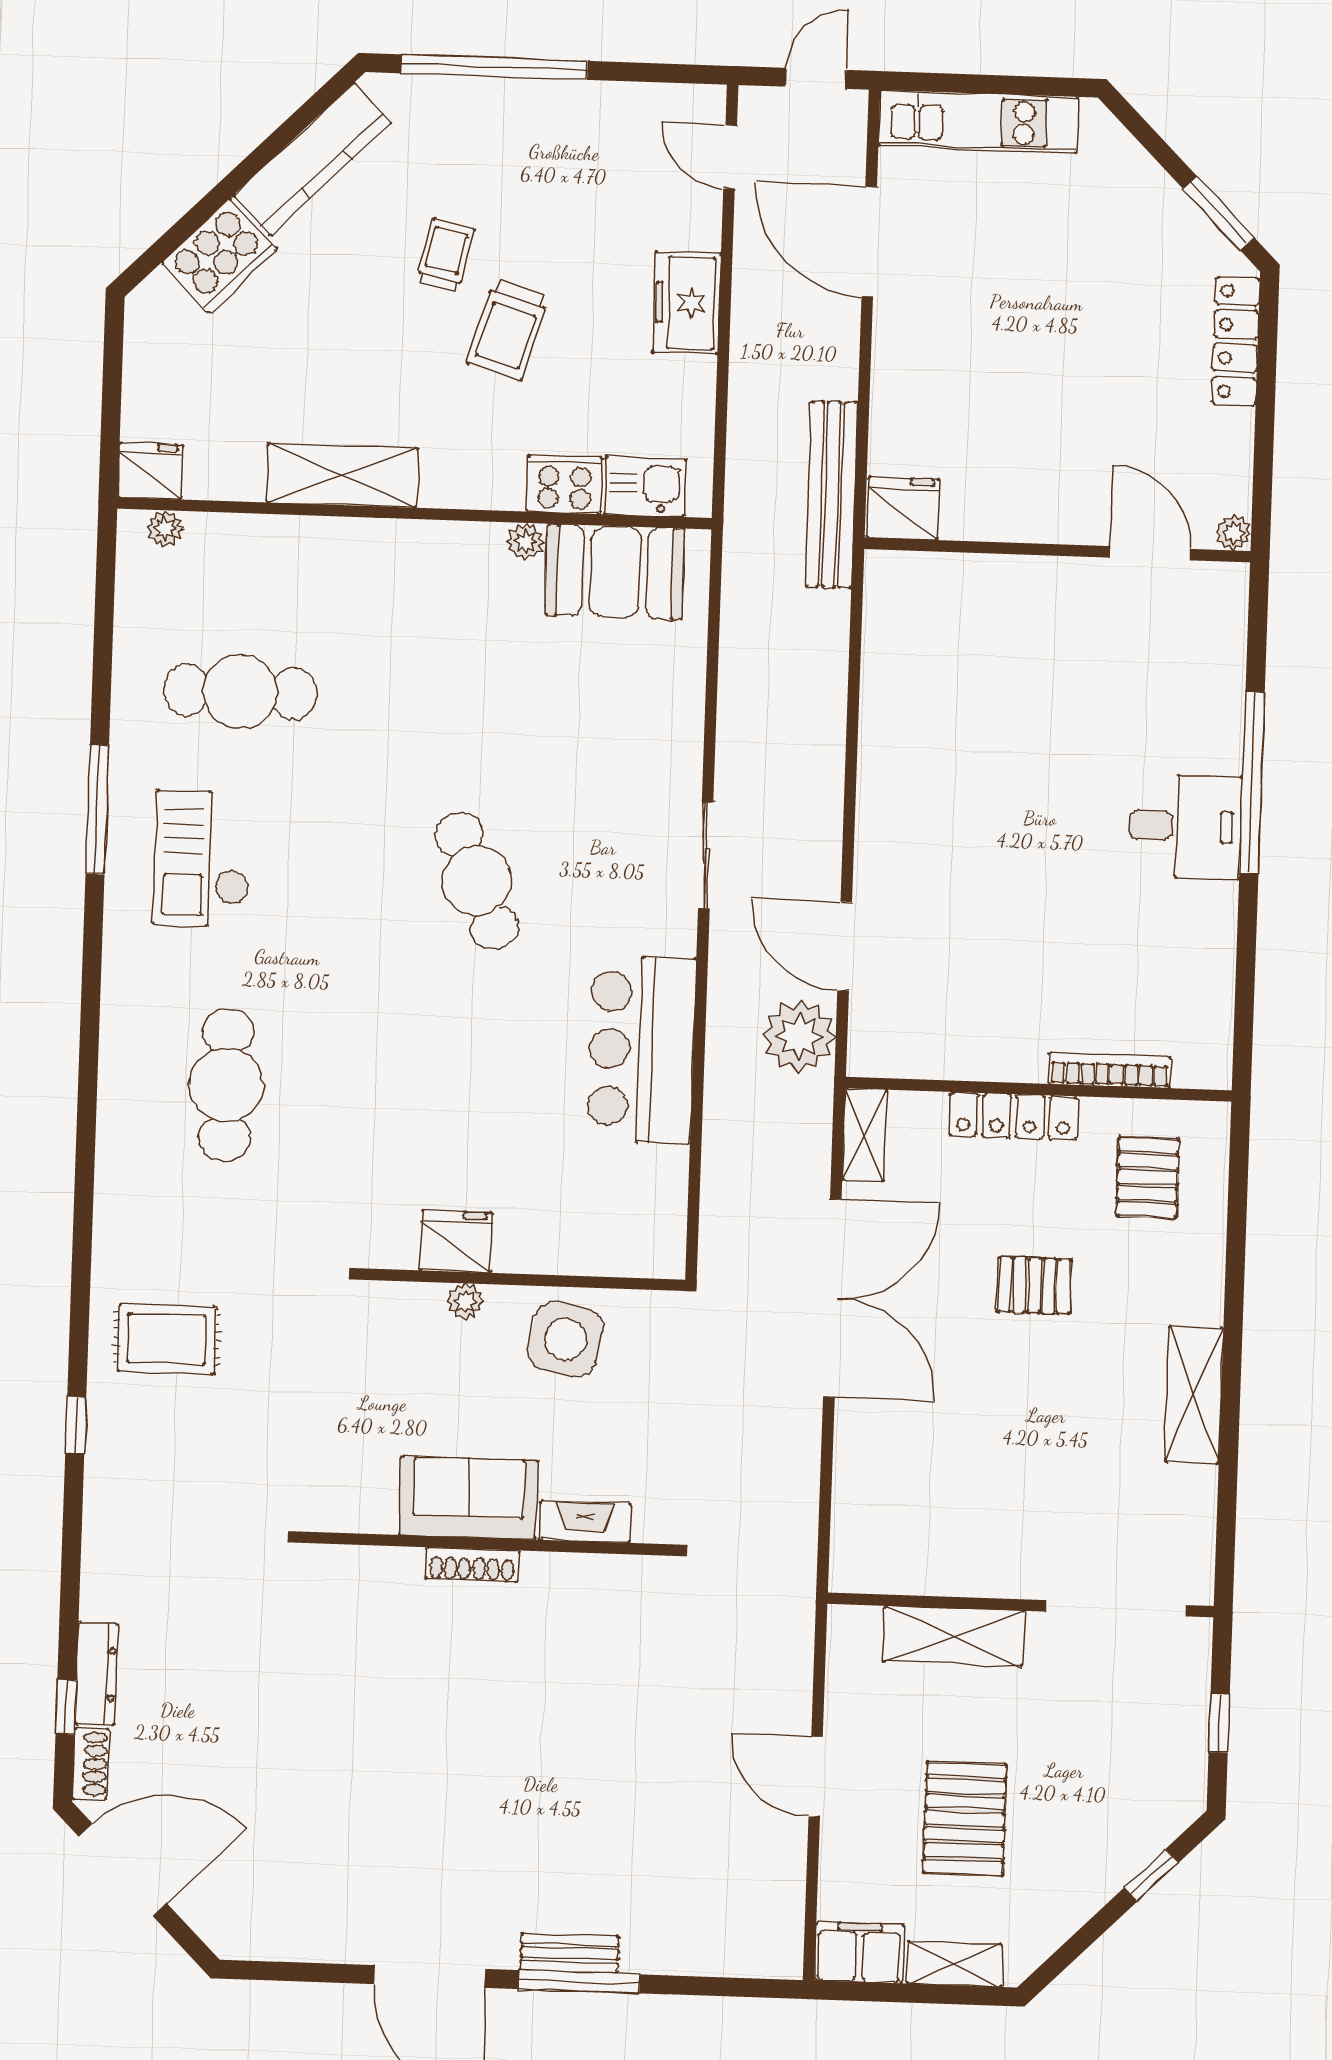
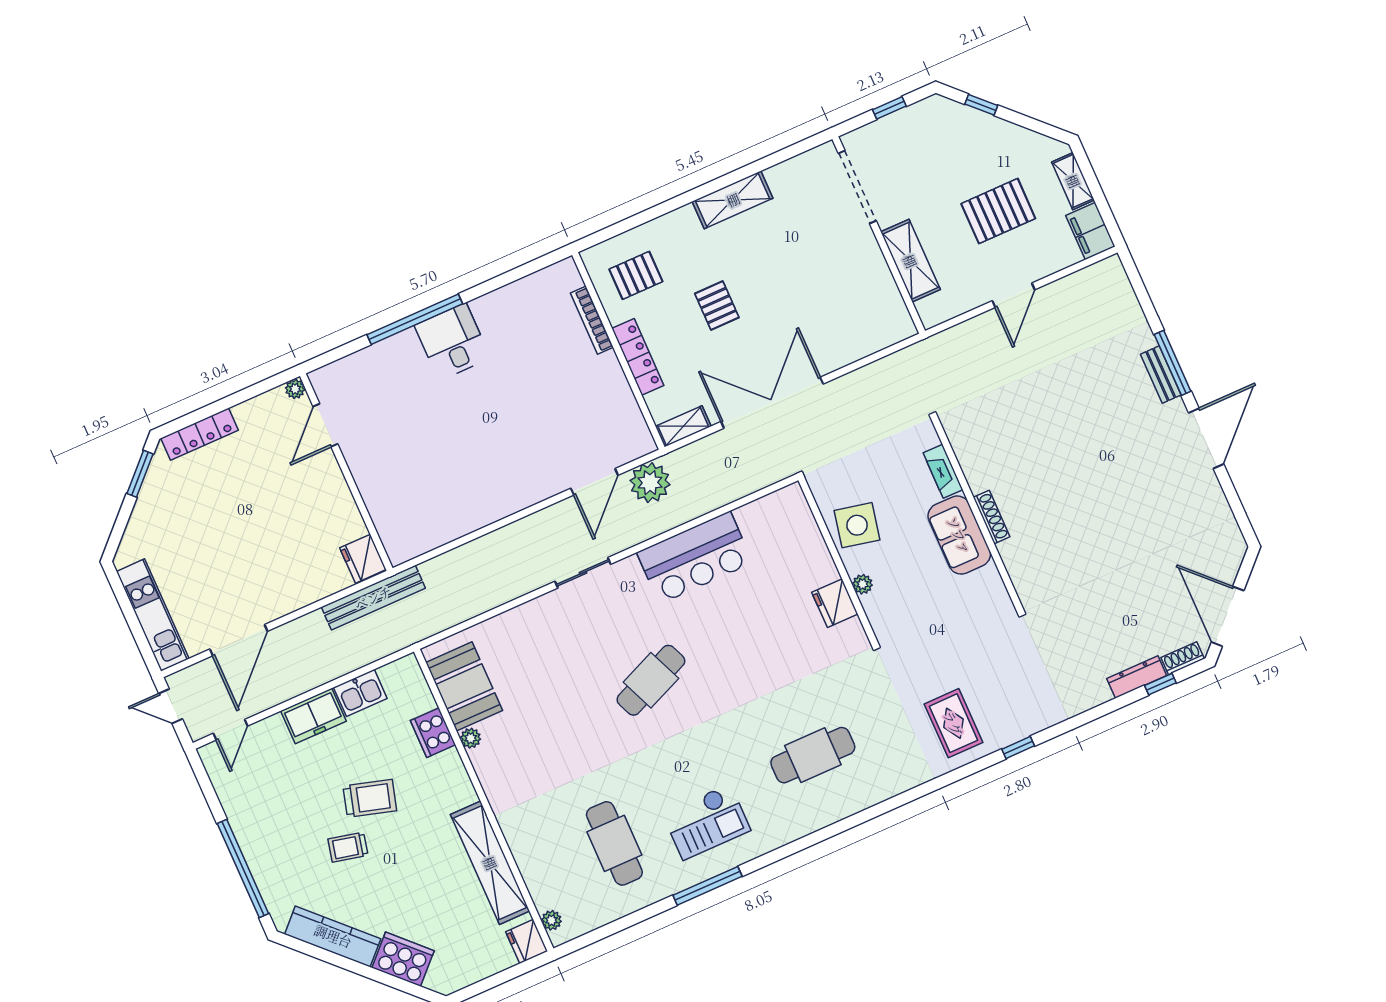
shelving: (342, 475) -> (490, 863), width x1.47
kitchen sink: (645, 487) -> (360, 693), moved, turned -90

